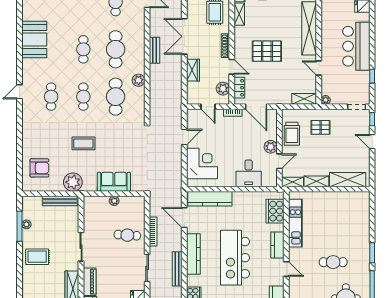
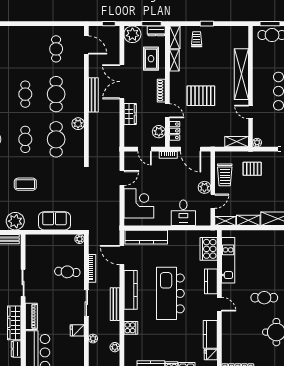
bench: (154, 50) -> (93, 95), width x1.36
plant: (114, 201) -> (80, 239), moved

